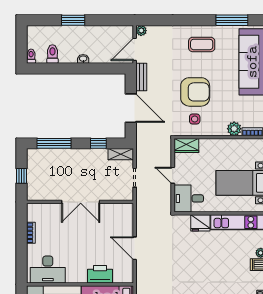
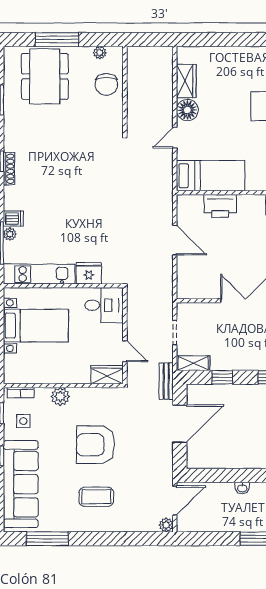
coffee table: (202, 44) -> (96, 497), moved
bench: (141, 77) -> (166, 381), moved
door: (131, 108) -> (180, 424), swing flipped
side table: (195, 119) -> (23, 421), moved
plant: (234, 129) -> (60, 397), moved
door: (173, 175) -> (125, 351), moved

